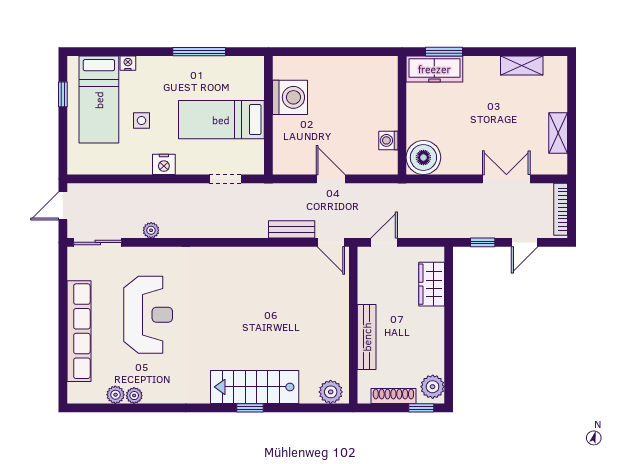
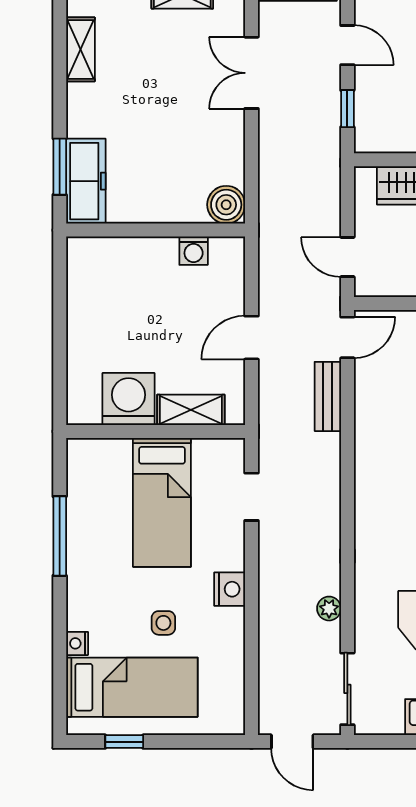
shelving: (283, 139) -> (191, 410), added
boiler: (423, 157) -> (226, 205), width x0.73, depth x0.73

